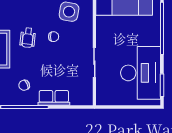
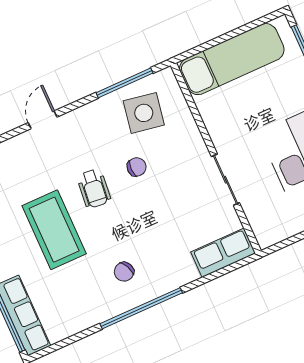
row of seats: (54, 98) -> (223, 253), moved

